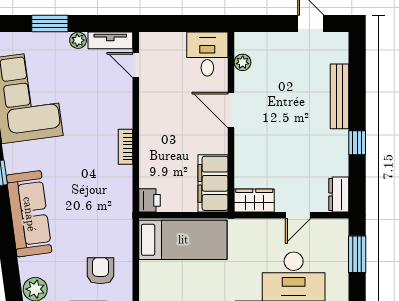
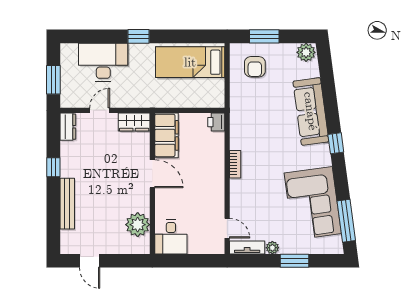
plant: (243, 62) -> (138, 225), width x1.88, depth x1.88
door: (231, 110) -> (152, 174), moved
bed: (183, 240) -> (190, 62), moved

